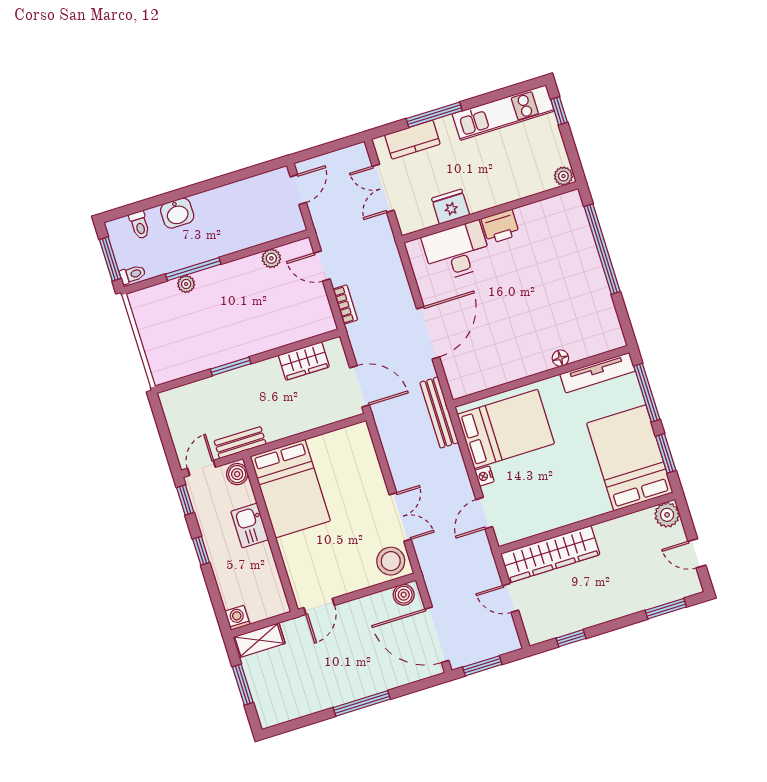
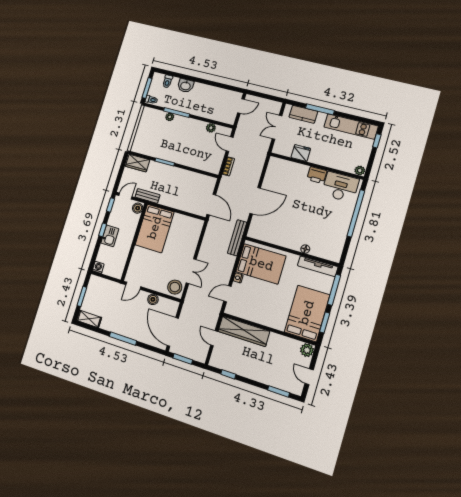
desk: (457, 251) -> (340, 187), moved
wardrobe: (304, 361) -> (138, 163), moved
kitchen sink: (250, 526) -> (110, 236), moved, turned 180
boiler: (404, 595) -> (153, 299), moved
shelving: (259, 640) -> (89, 319), moved

